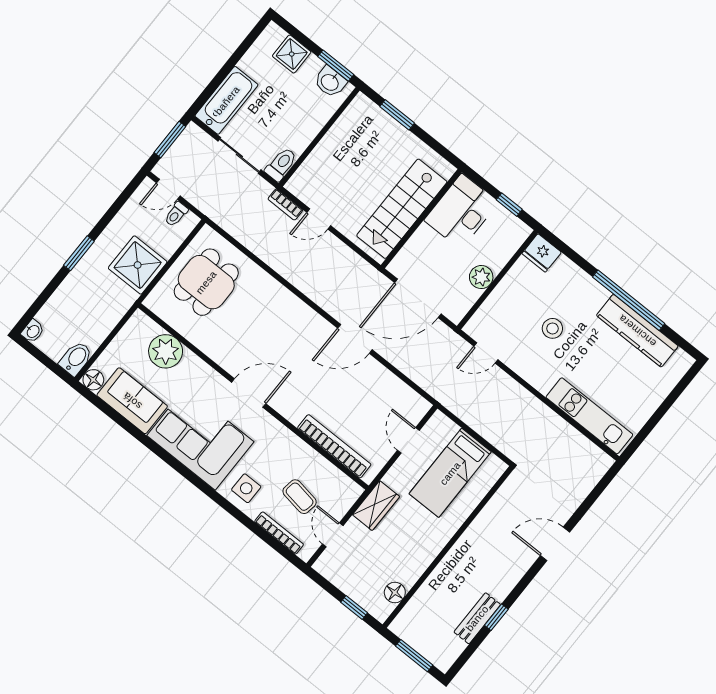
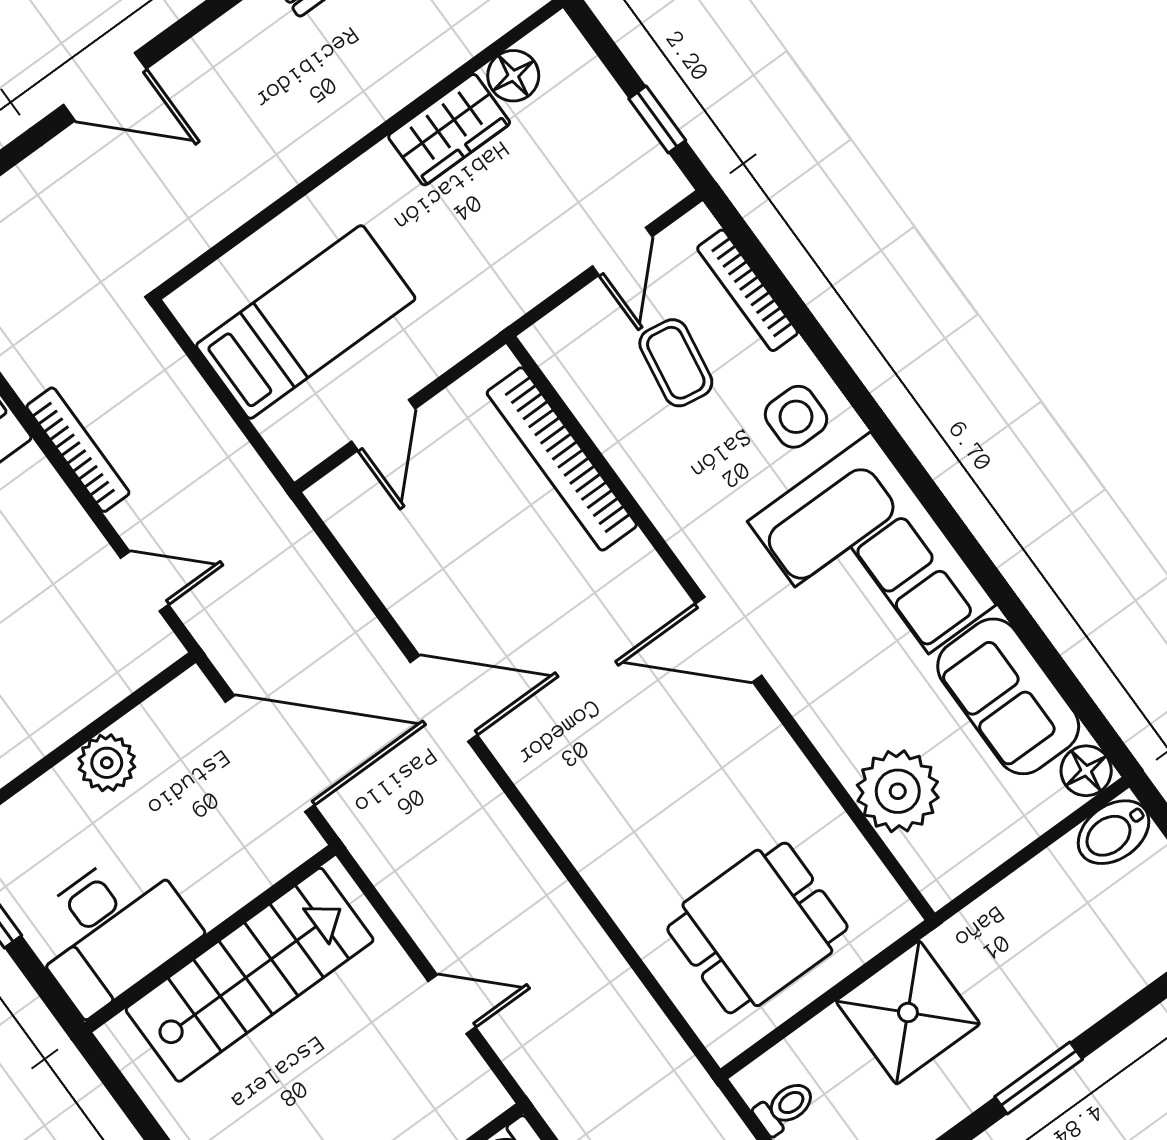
bookcase: (285, 205) -> (78, 450), moved, width x1.56
wardrobe: (376, 506) -> (449, 130), moved, turned 180
window: (354, 608) -> (657, 120), moved

